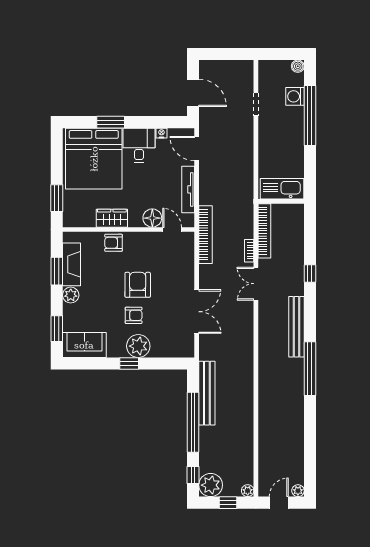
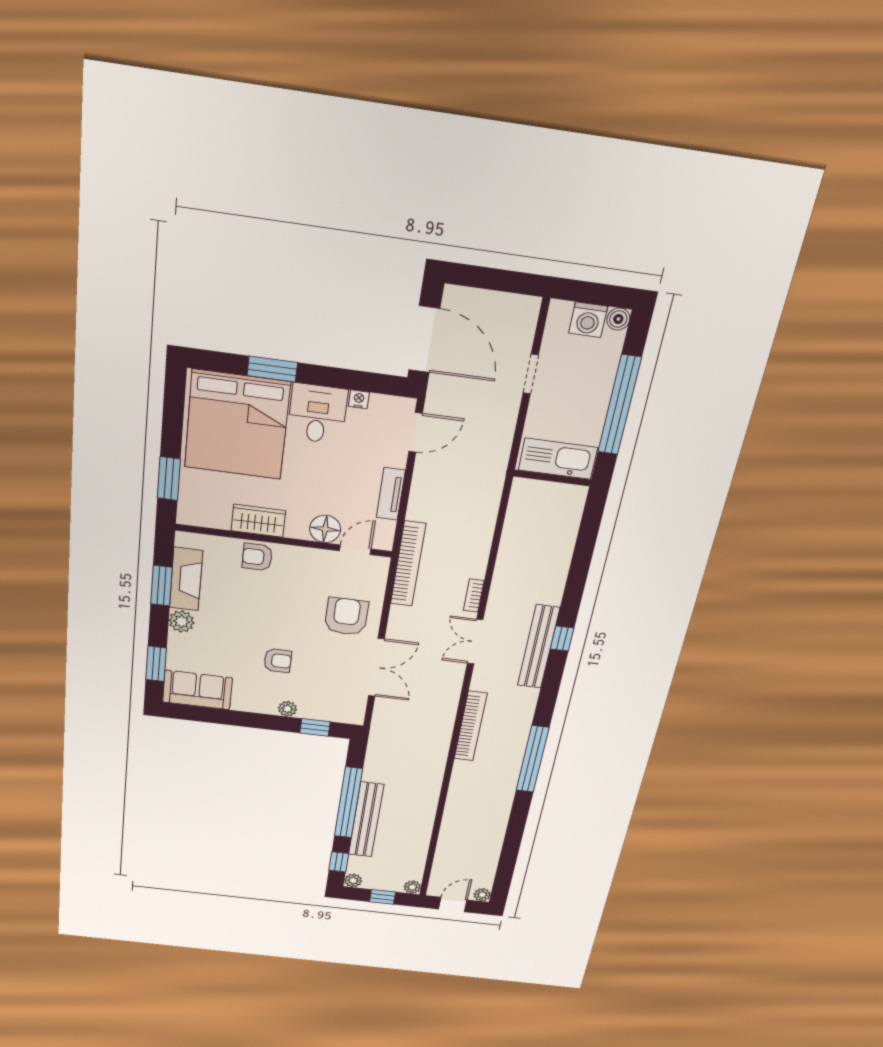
door: (193, 93) -> (424, 339), width x1.36
washing machine: (295, 96) -> (588, 320), moved, turned -90
door: (197, 149) -> (415, 432), swing flipped
tv unit: (188, 189) -> (391, 494), width x0.71
kitchen sink: (282, 189) -> (558, 459), moved
wall: (281, 201) -> (552, 478), moved
door: (172, 229) -> (355, 550), hinge flipped
bookcase: (264, 231) -> (471, 726), moved
armchair: (138, 285) -> (346, 616), moved
bench: (296, 327) -> (539, 647), moved
plant: (138, 346) -> (287, 709), width x0.53, depth x0.53
window: (129, 363) -> (315, 727), moved
bench: (207, 393) -> (366, 820), moved
plant: (211, 485) -> (353, 880), width x0.53, depth x0.53

